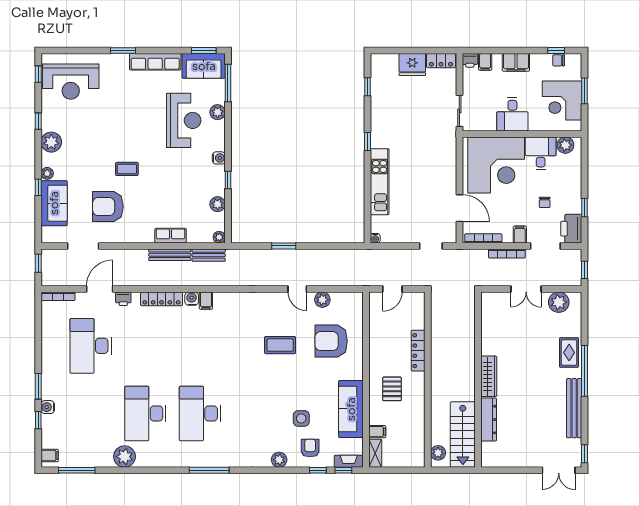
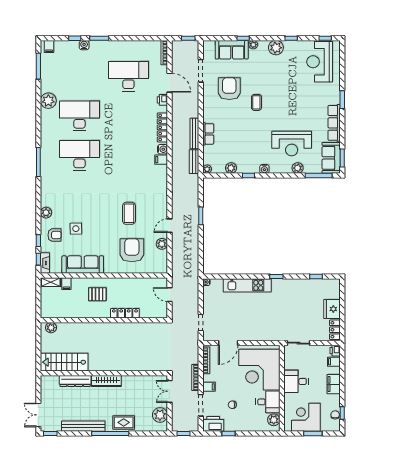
wardrobe: (489, 376) -> (106, 381), moved
wall: (478, 380) -> (104, 373), moved
dresser: (489, 420) -> (75, 381), moved
stairs: (463, 435) -> (64, 362), moved

